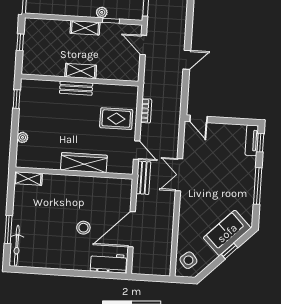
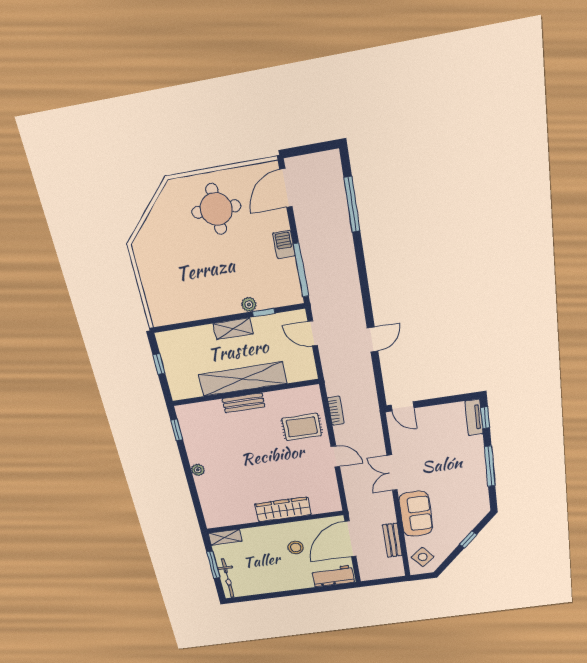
shelving: (81, 71) -> (243, 379), width x2.20, depth x1.33
wardrobe: (84, 163) -> (283, 509), moved
wall: (74, 173) -> (275, 522), moved
bench: (143, 178) -> (392, 540), moved
shelving: (28, 179) -> (225, 537), moved
sofa: (227, 233) -> (416, 514), moved, turned 135

